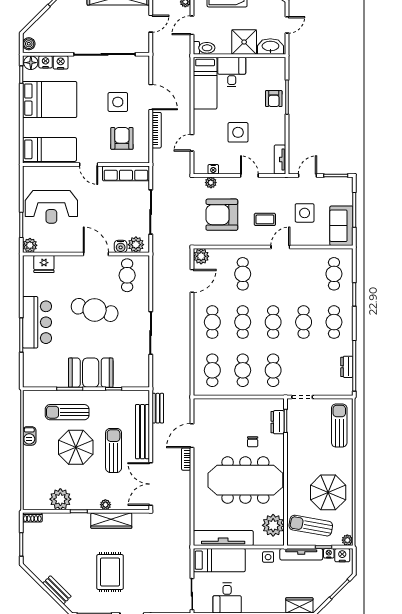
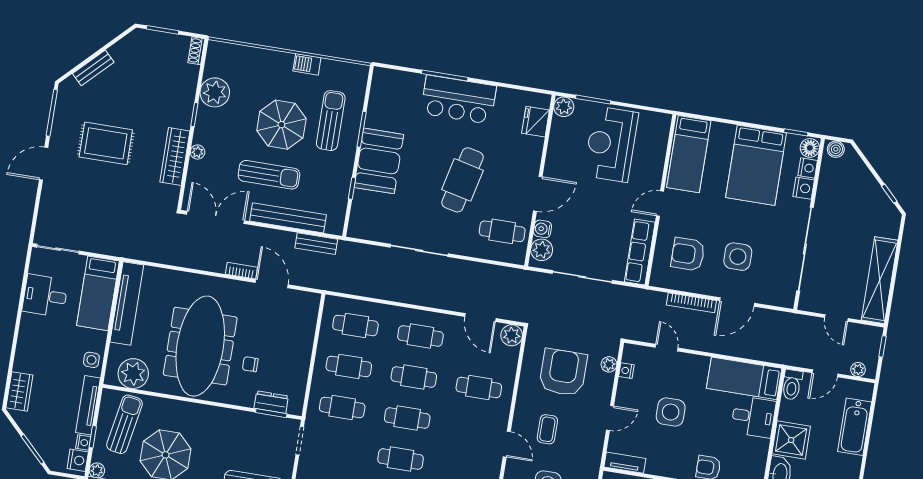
door: (192, 25) -> (825, 373), swing flipped
armchair: (122, 138) -> (688, 254), turned 180

